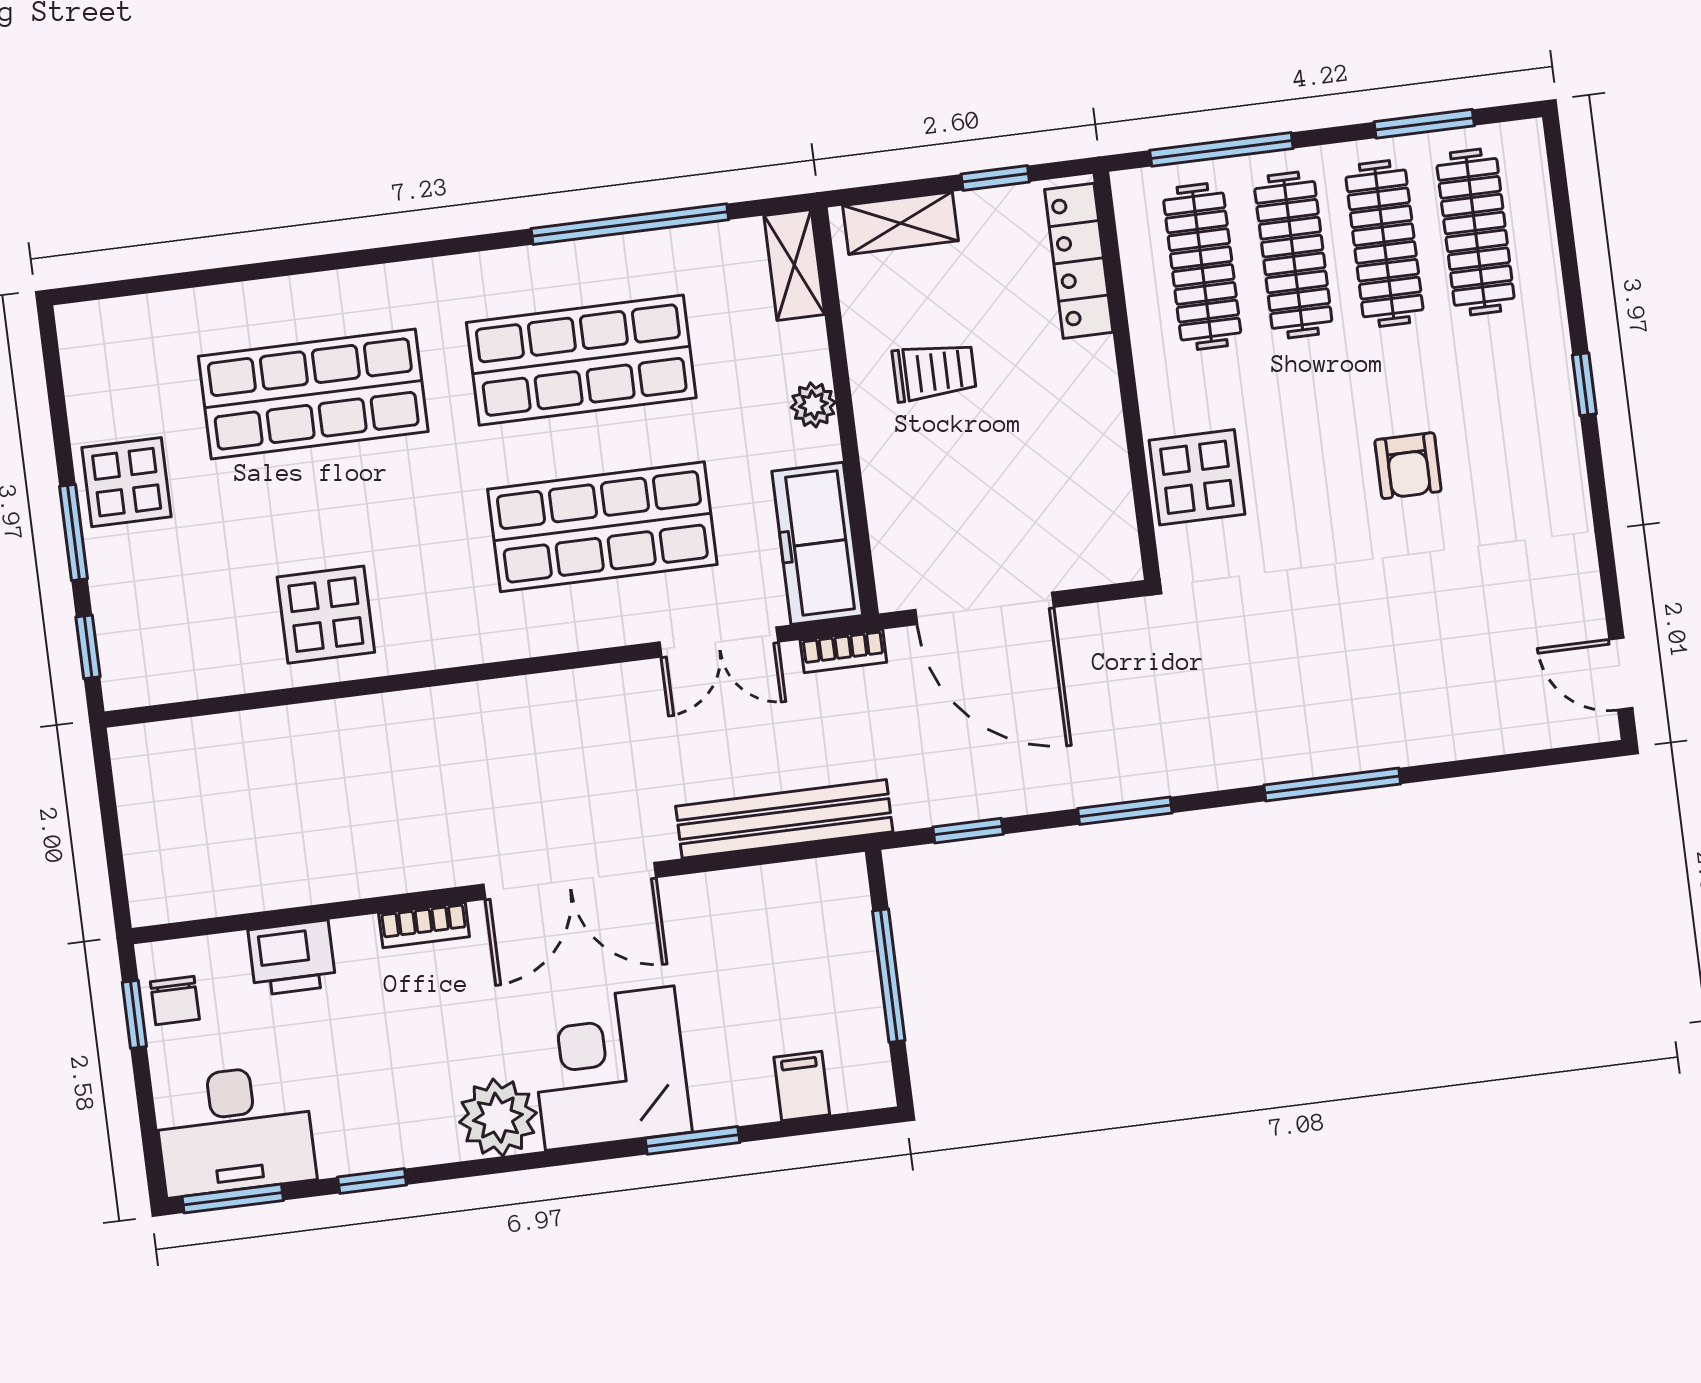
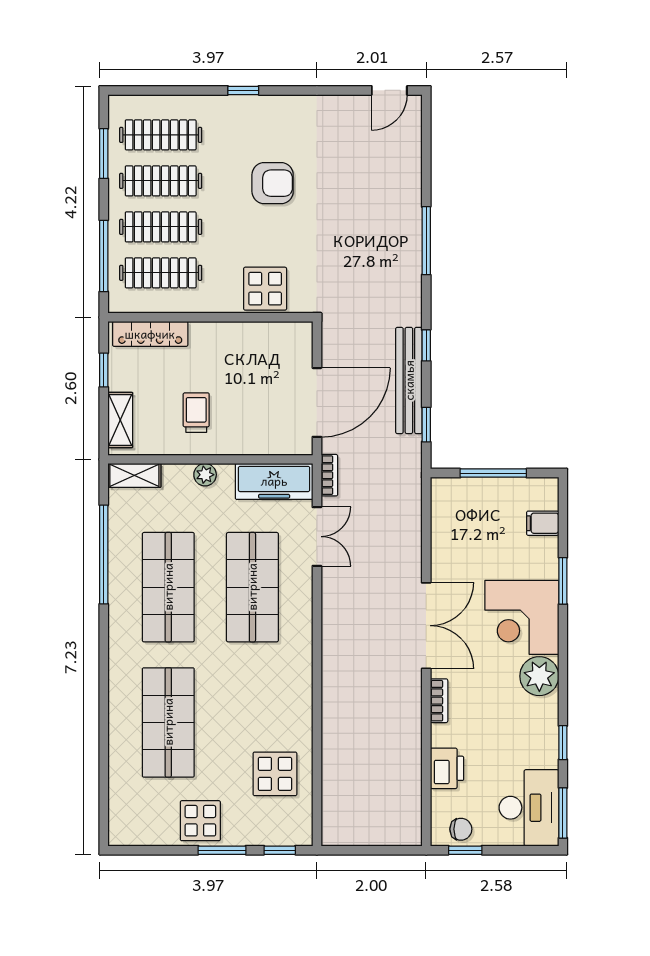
armchair: (1408, 466) -> (273, 183), width x1.38, depth x1.38
display table: (326, 615) -> (275, 774), moved
window: (1125, 811) -> (426, 345), width x0.67
bench: (784, 819) -> (409, 380), moved

